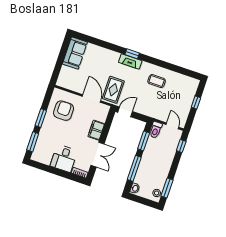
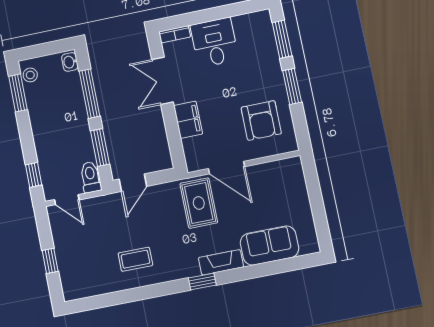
sofa: (75, 53) -> (269, 246), moved, turned 90
fireplace: (130, 61) -> (221, 262), moved
door: (125, 112) -> (133, 183), moved

